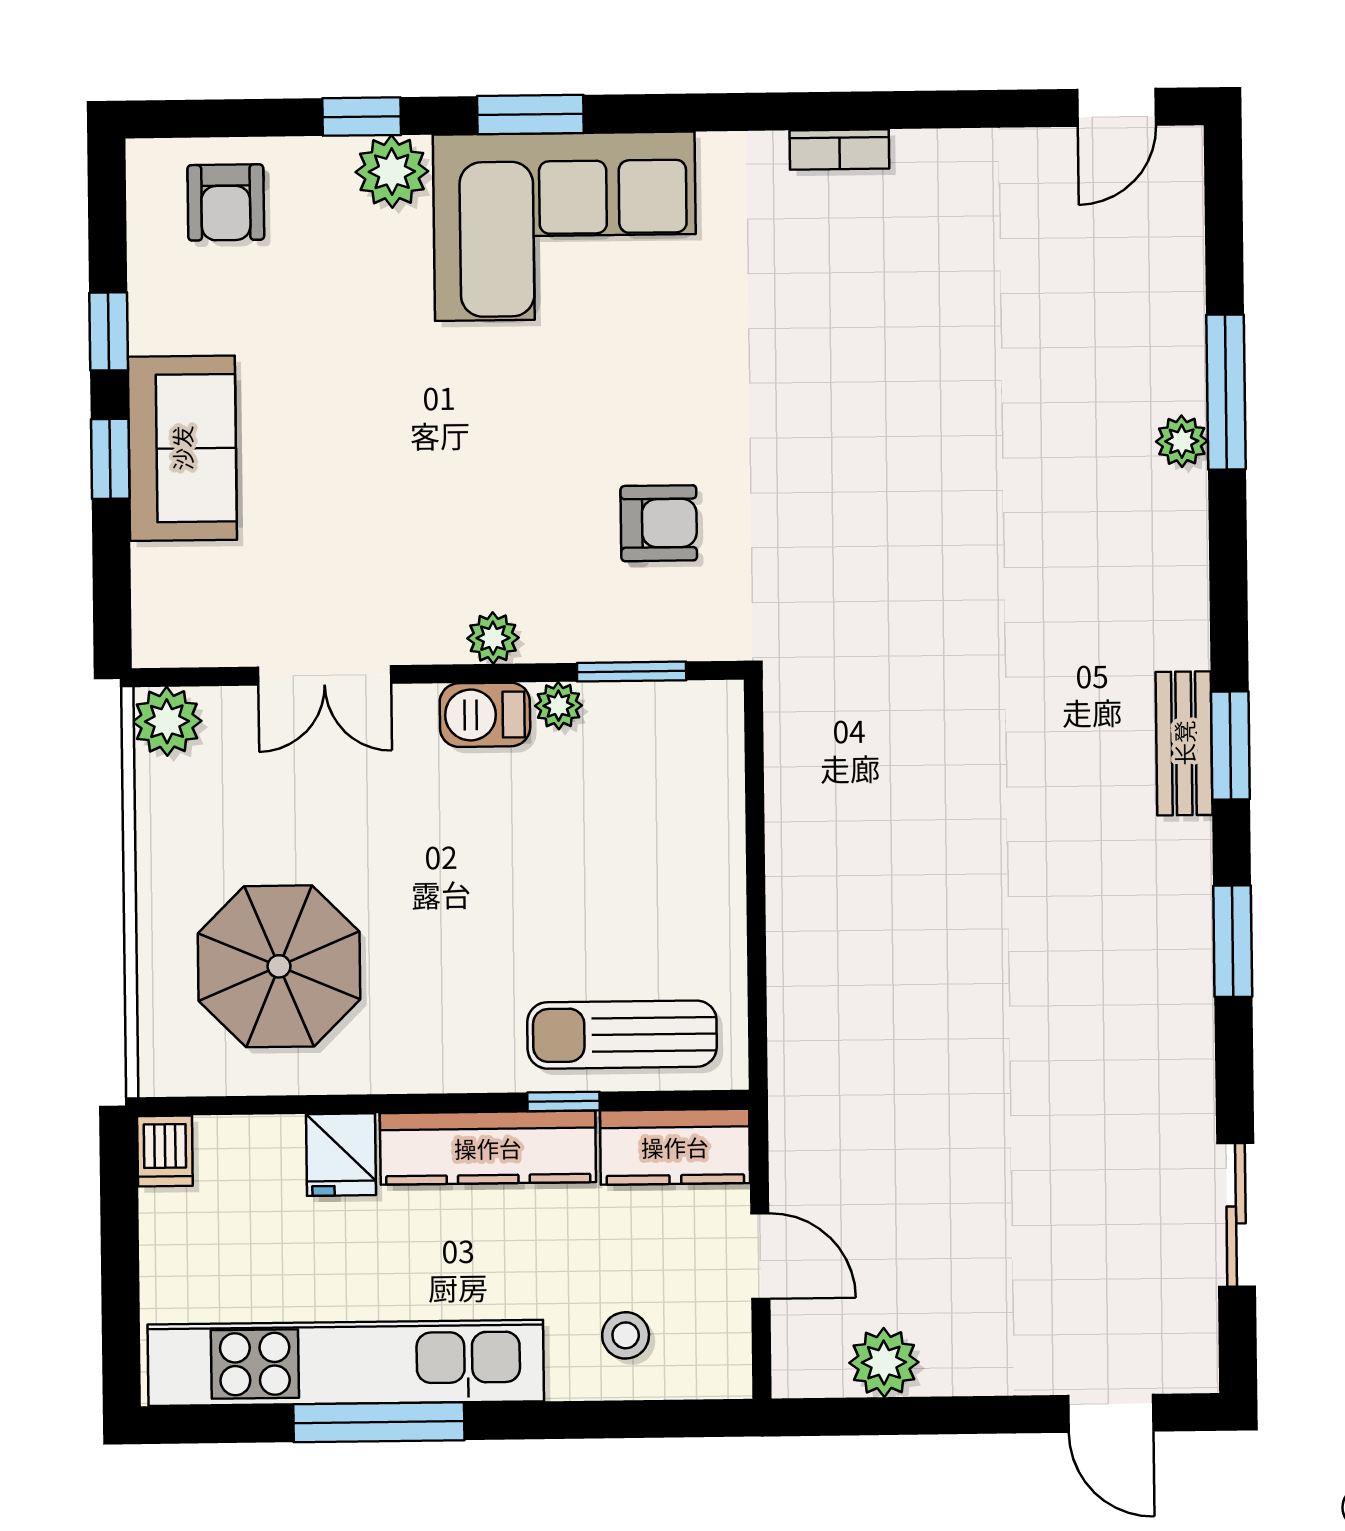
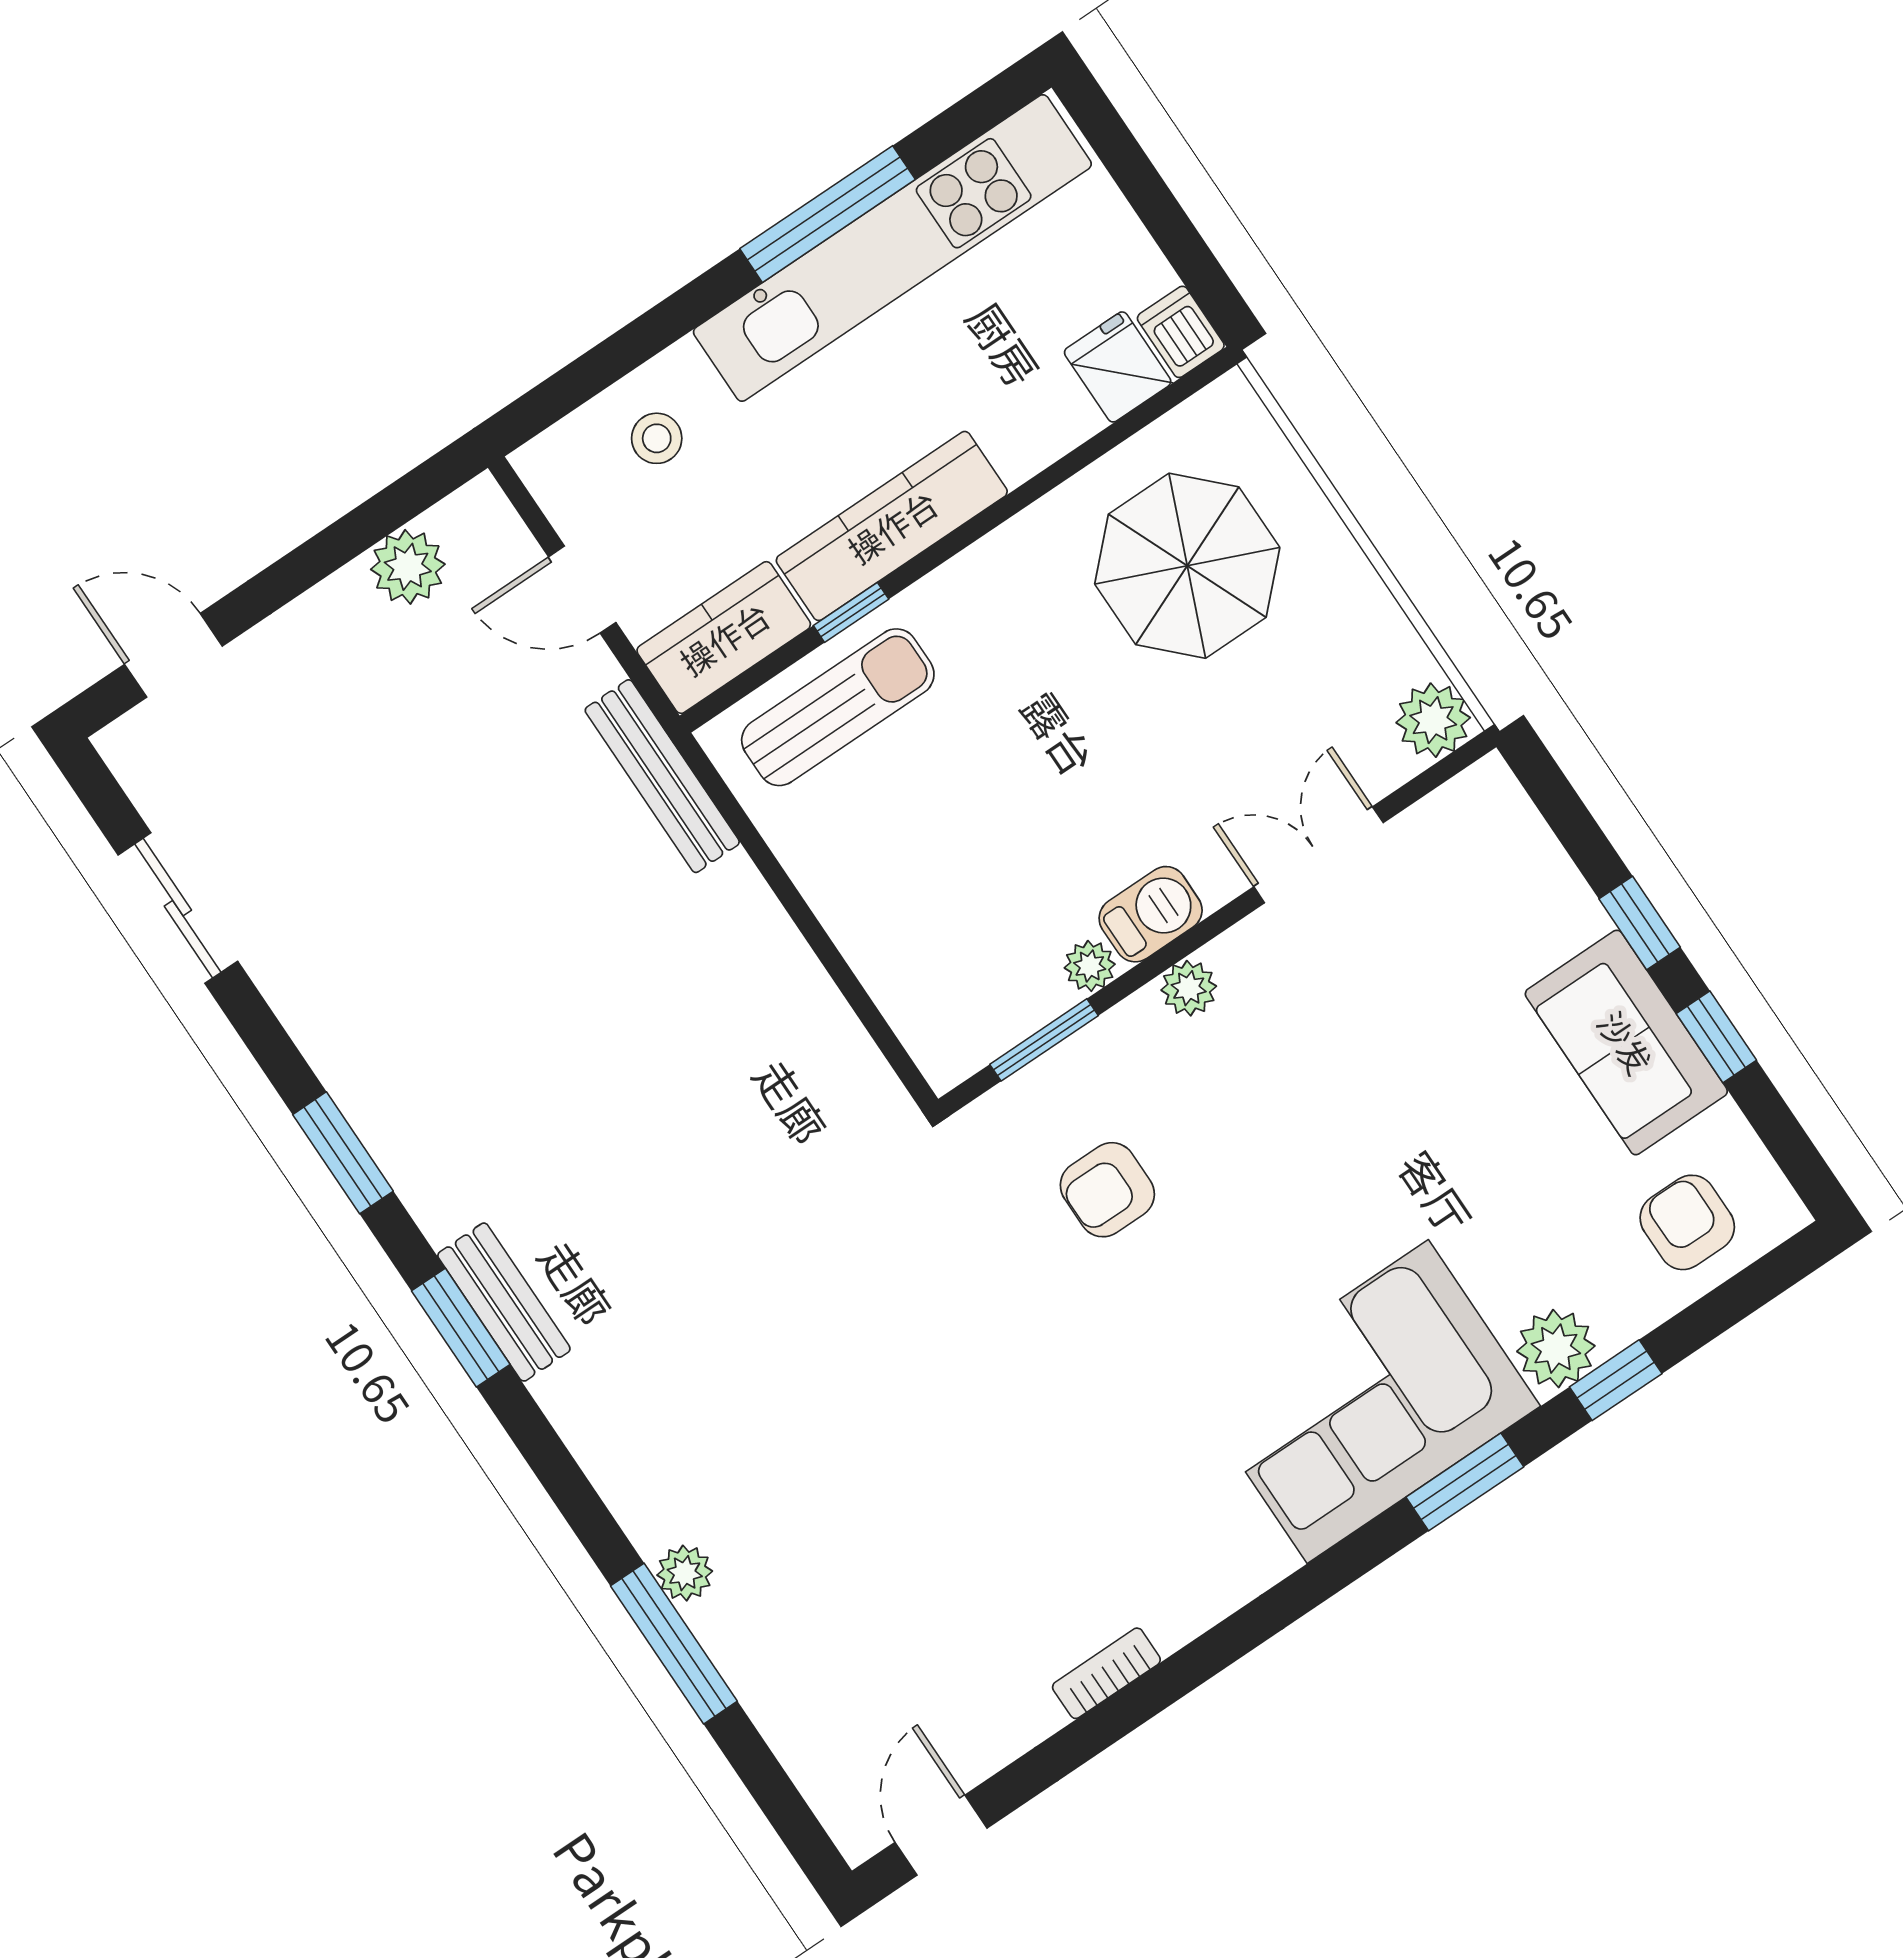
bookcase: (839, 149) -> (1106, 1673), moved
sofa: (182, 448) -> (1626, 1042), moved
bench: (793, 1071) -> (662, 776), added
fridge: (341, 1155) -> (1118, 367), moved

